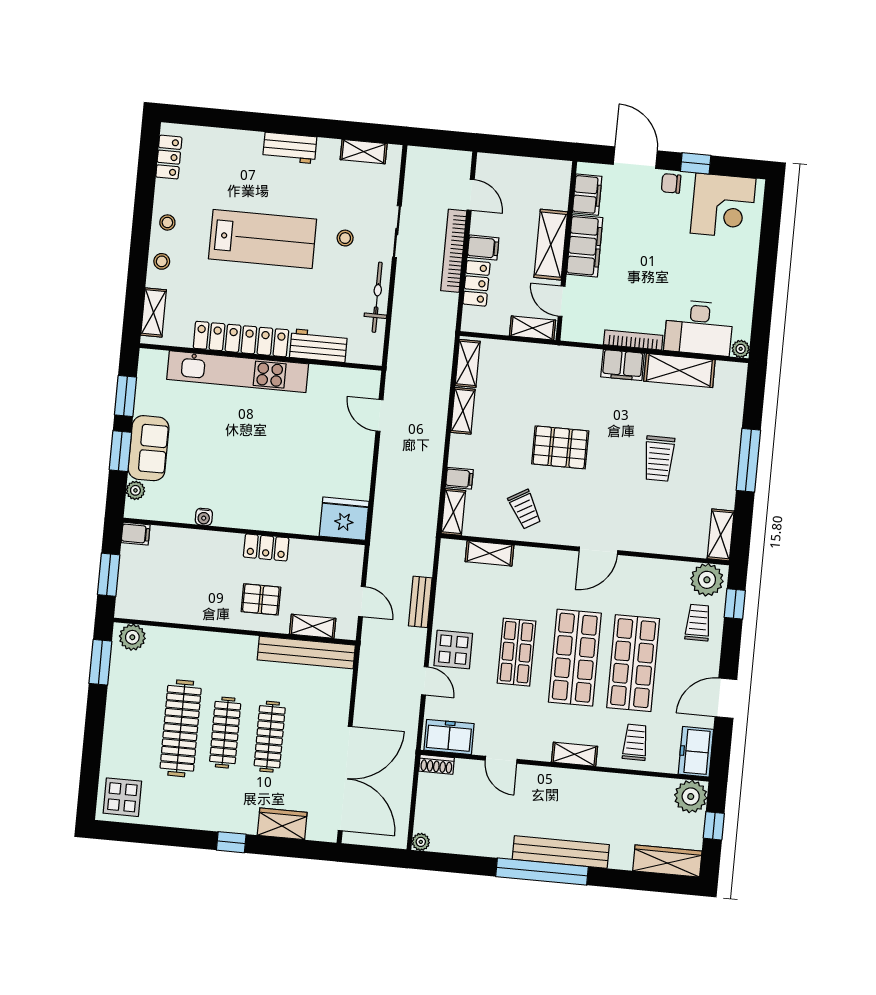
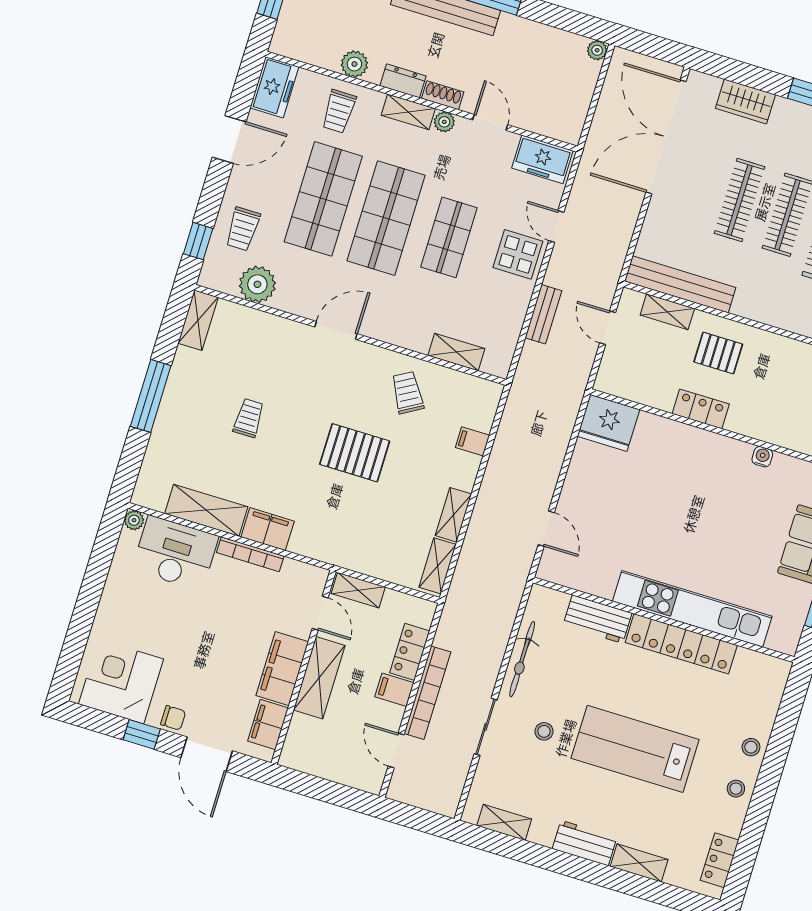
shelving: (154, 312) -> (639, 863), moved, turned 90
trolley: (659, 459) -> (249, 418), width x0.73, depth x0.72
shelving: (453, 512) -> (487, 406), removed
plant: (707, 580) -> (257, 284), moved
plant: (541, 752) -> (444, 122), added
shoe rack: (437, 764) -> (443, 95), moved
dresser: (585, 780) -> (403, 81), added
plant: (691, 797) -> (354, 64), moved, width x0.73, depth x0.73

